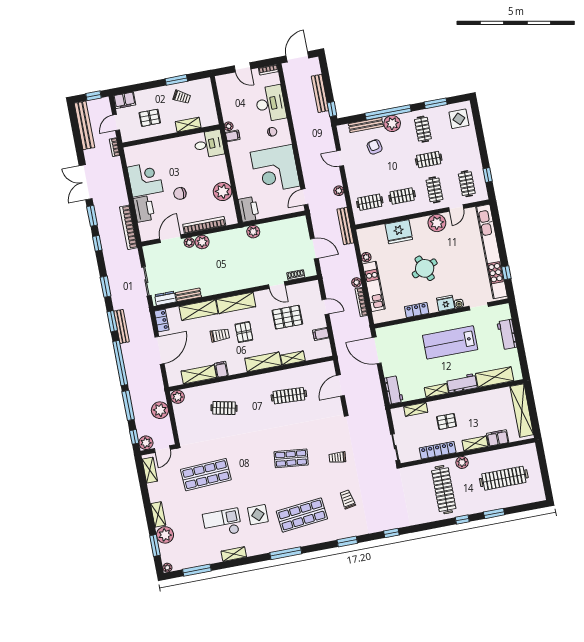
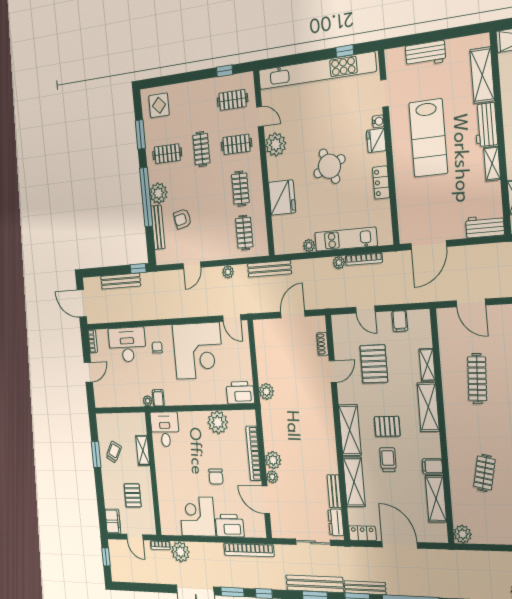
bench: (84, 125) -> (315, 584), moved
door: (325, 307) -> (365, 310), swing flipped
plant: (160, 410) -> (180, 552), moved

